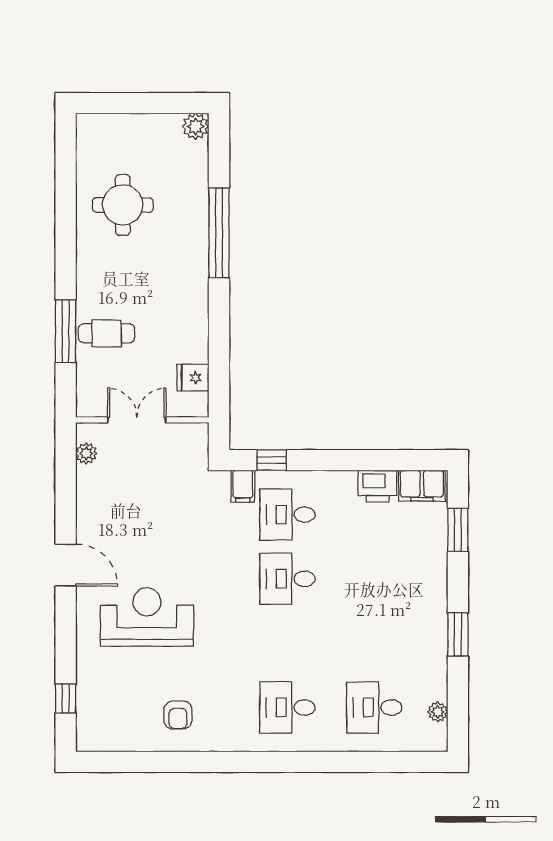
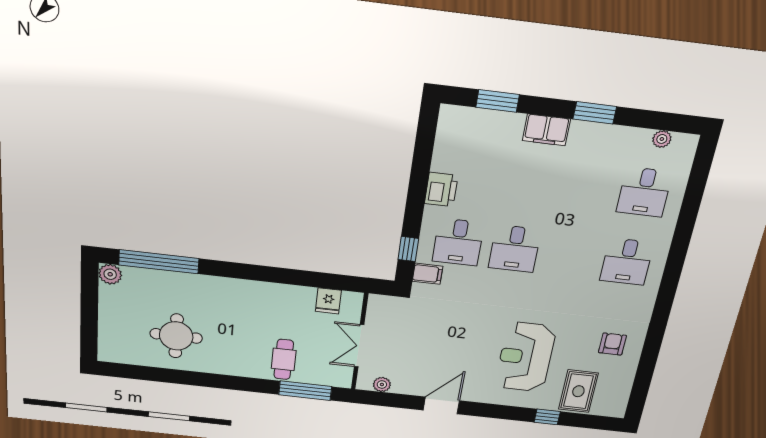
window: (219, 233) -> (159, 262), moved
window: (66, 331) -> (305, 391), moved
printer: (377, 486) -> (441, 189), moved
filing cabinet: (422, 486) -> (546, 130), moved, turned 90
door: (66, 565) -> (441, 405), moved
rug: (107, 689) -> (578, 391), added
window: (66, 699) -> (547, 417), moved
armchair: (178, 715) -> (612, 344), turned -90

